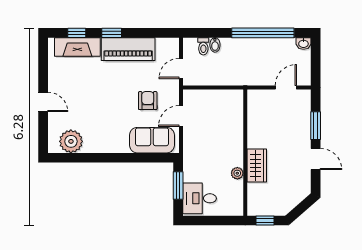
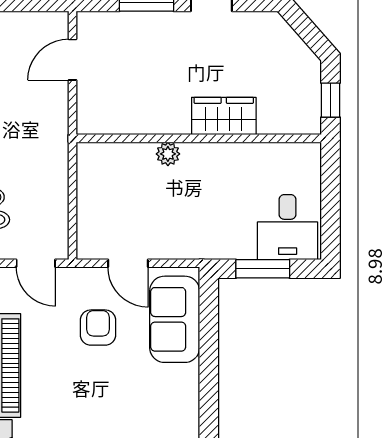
door: (286, 87) -> (72, 60), hinge flipped
armchair: (148, 101) -> (98, 328), turned 90
plant: (237, 173) -> (168, 154), moved

